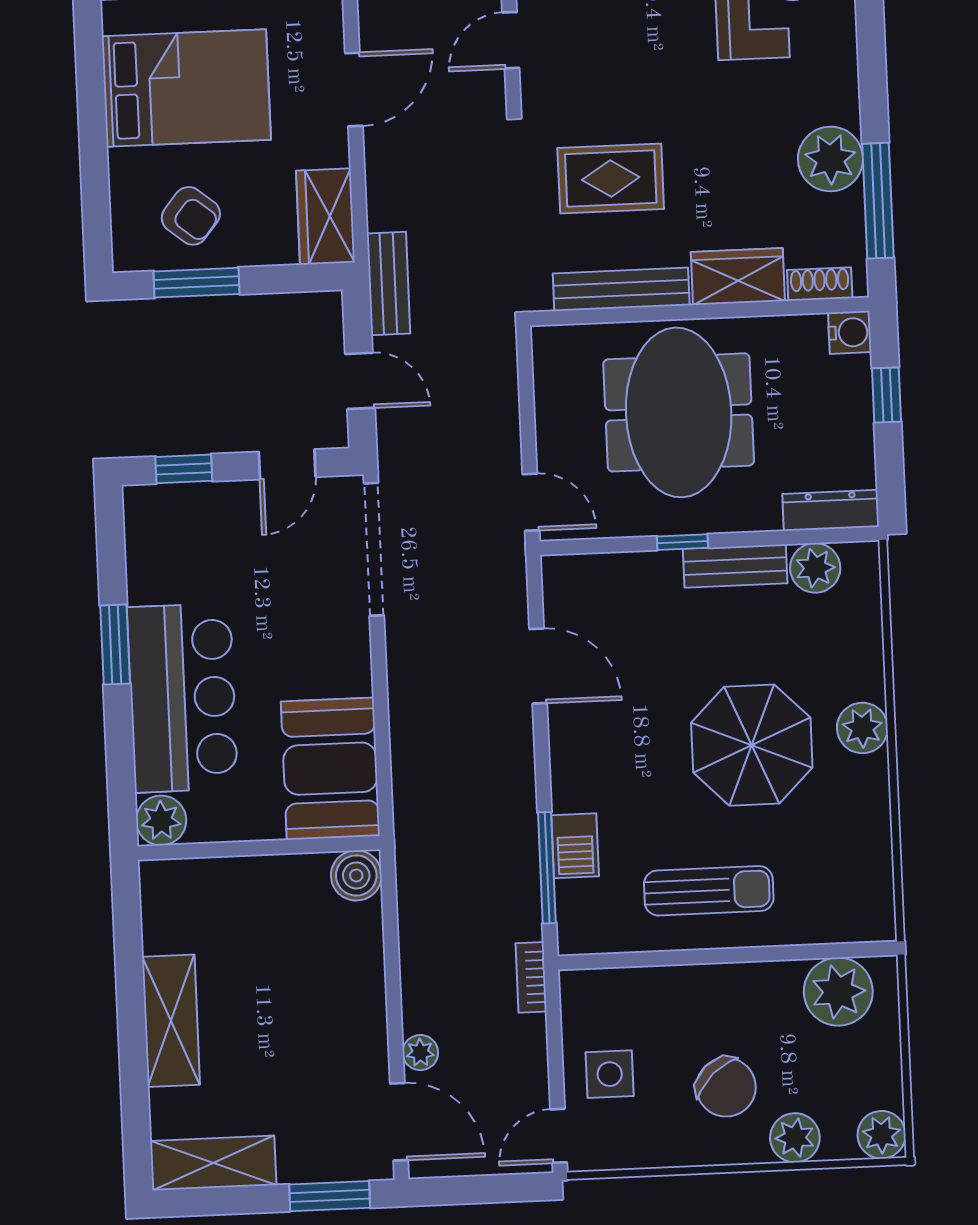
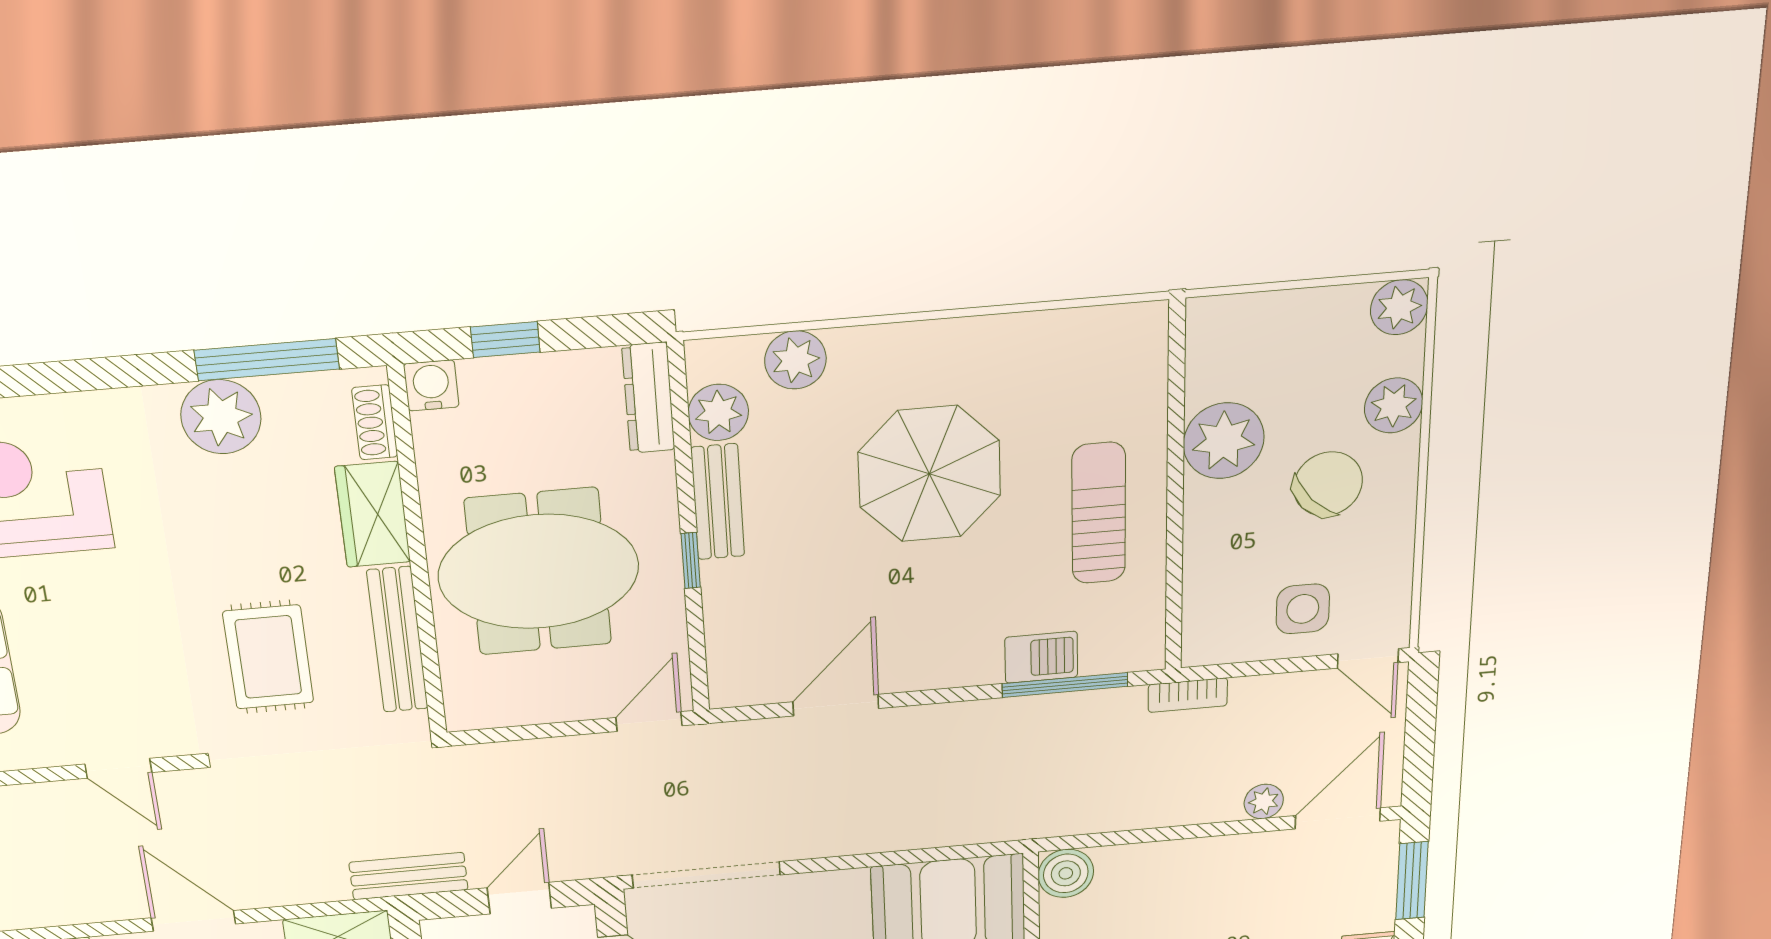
plant: (862, 728) -> (795, 360), moved
plant: (838, 992) -> (1224, 441), moved

